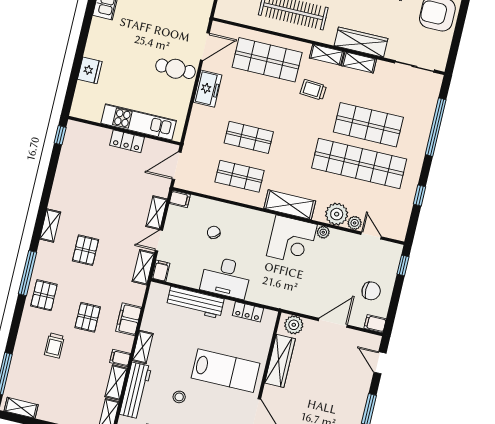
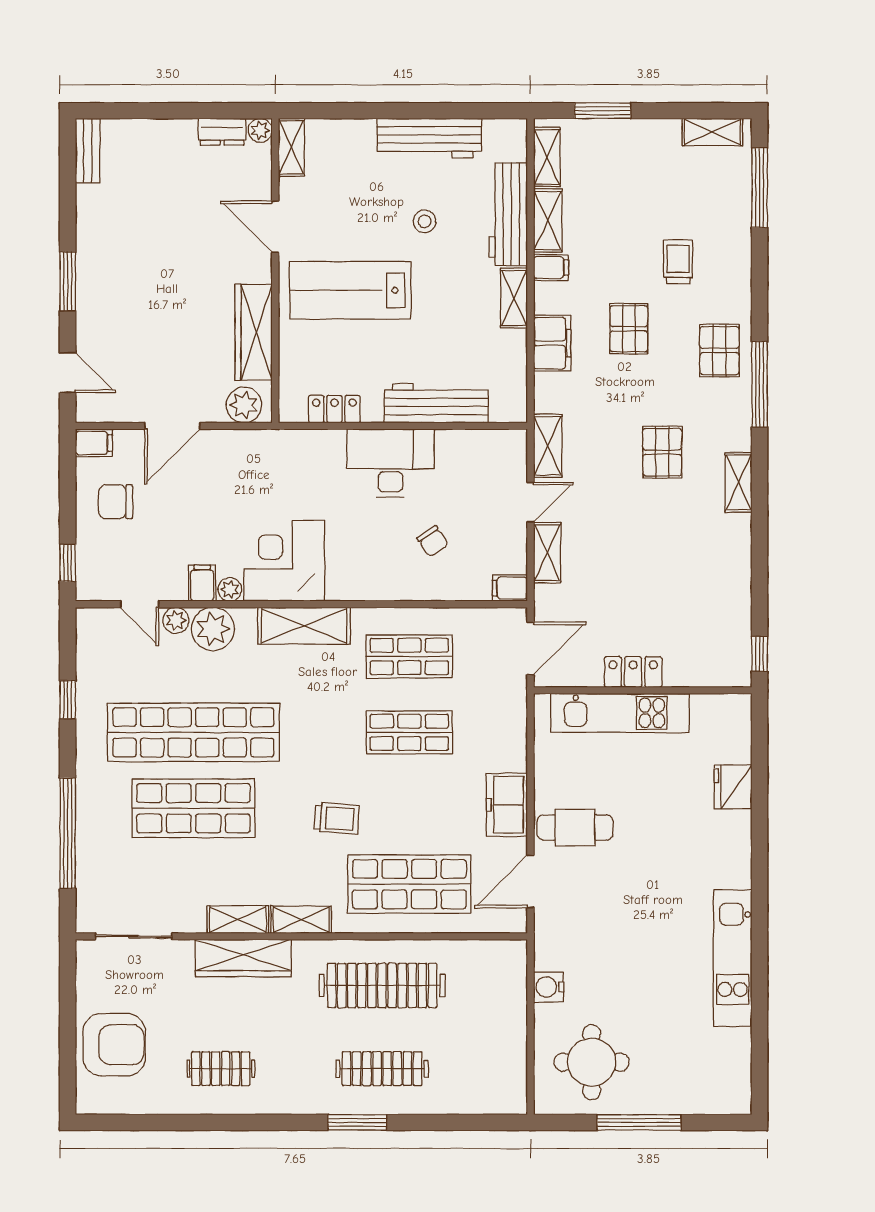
trolley: (313, 90) -> (337, 818), moved
filing cabinet: (161, 271) -> (202, 583), moved, turned 180

